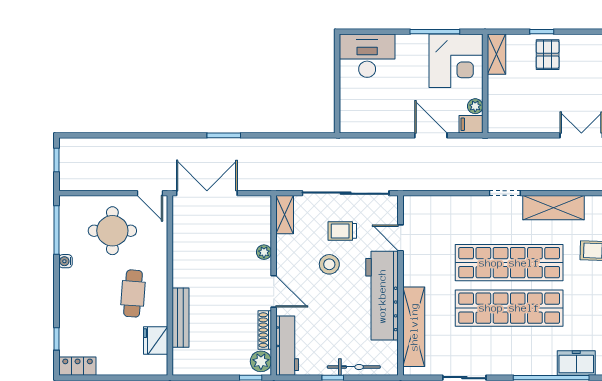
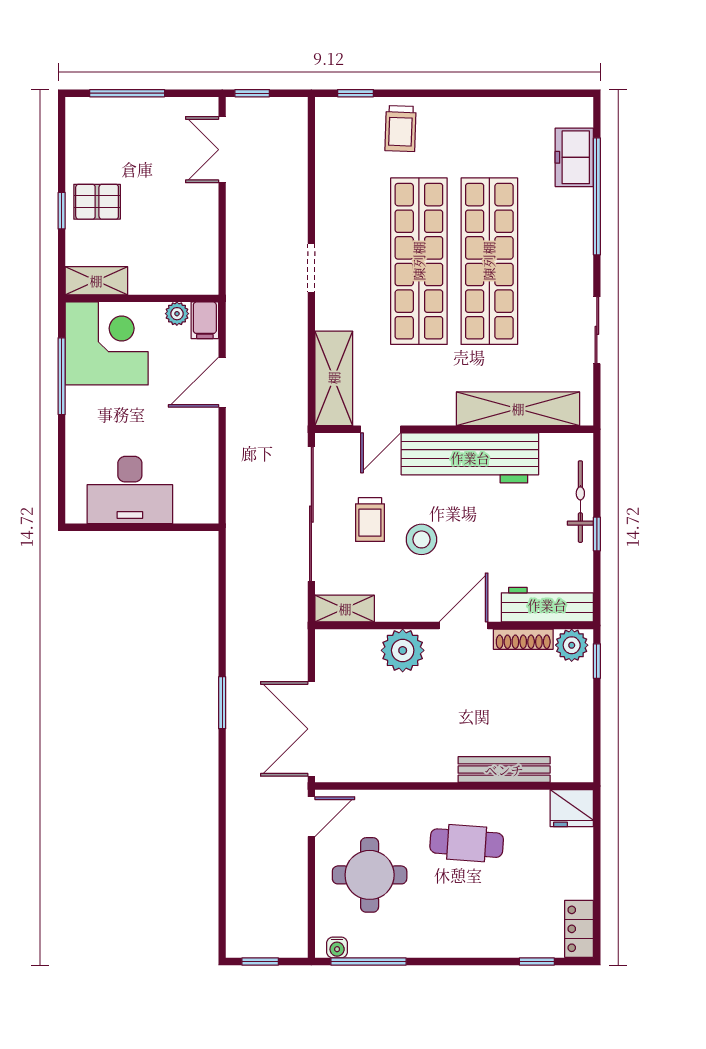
desk: (367, 56) -> (130, 490), moved, turned -90
shelving: (554, 208) -> (334, 378), moved
plant: (264, 252) -> (403, 650), width x1.88, depth x1.88
water cooler: (65, 261) -> (337, 948), moved
fridge: (156, 340) -> (572, 808), moved

